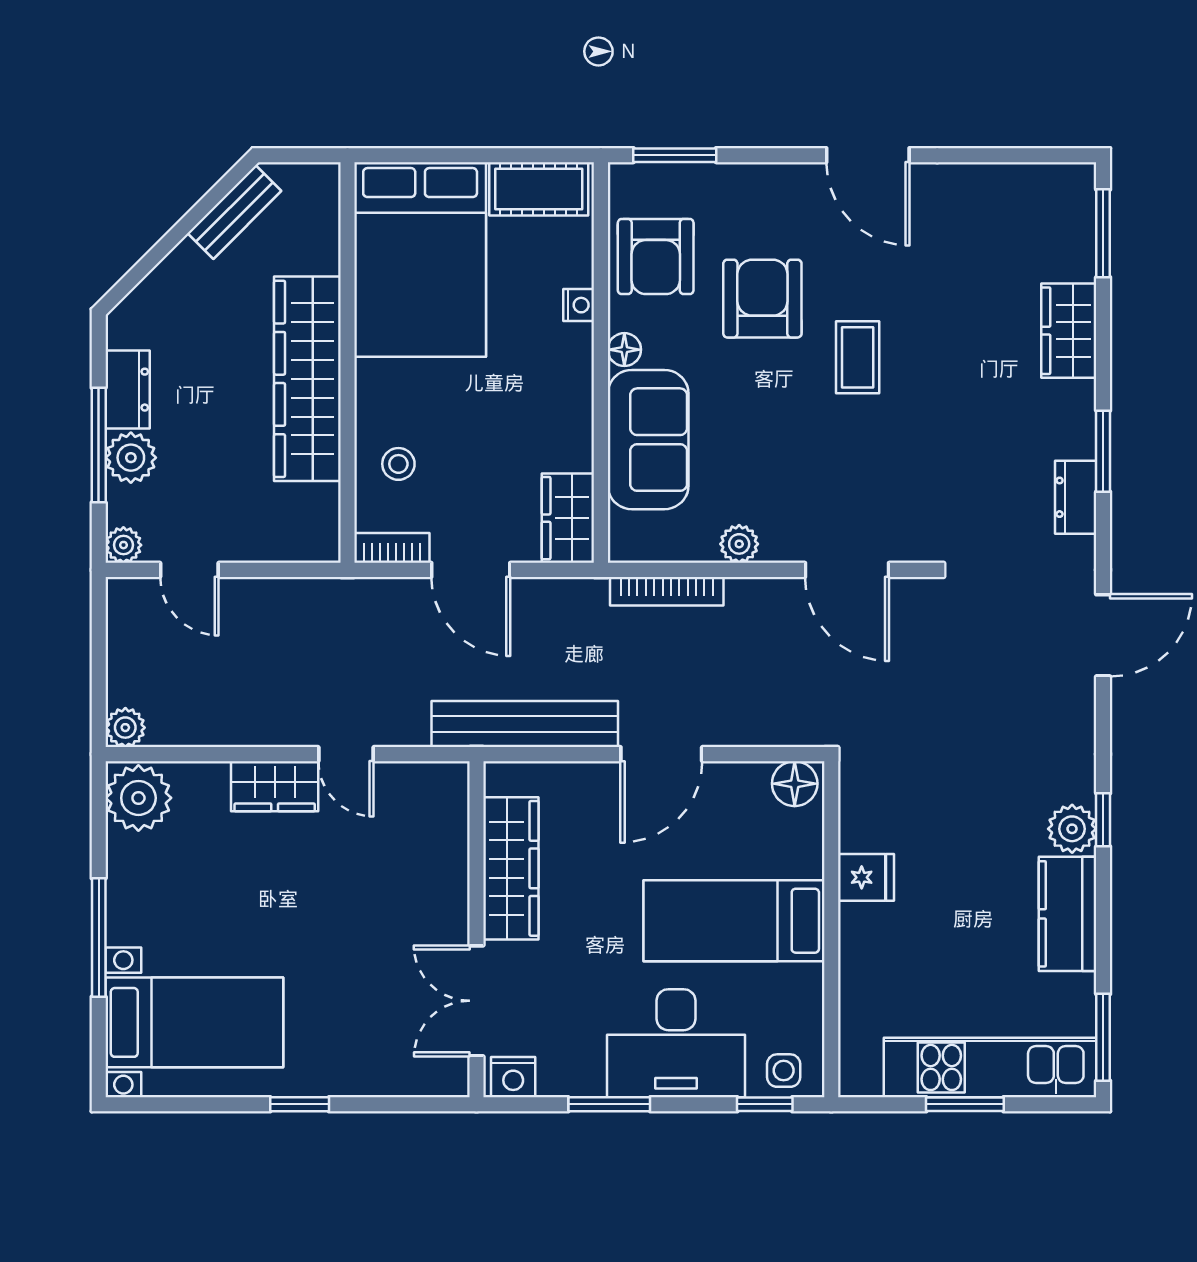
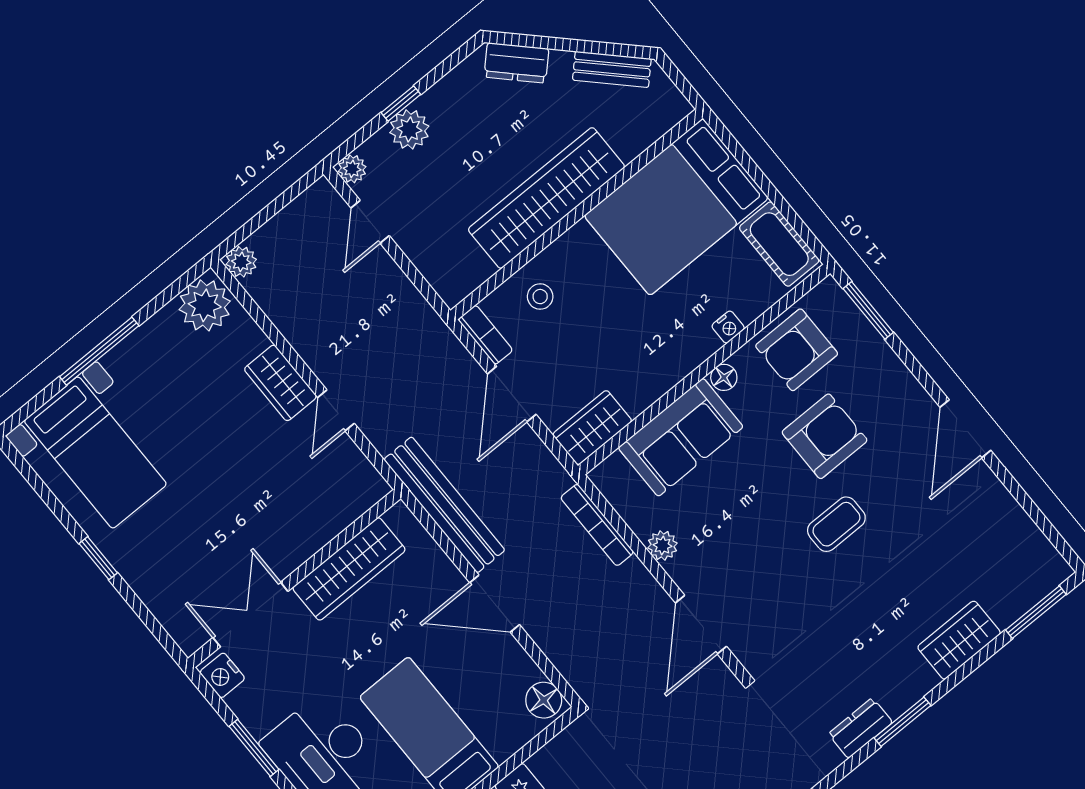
dresser: (128, 390) -> (516, 63), moved, turned 45
window: (99, 445) -> (401, 103), width x0.46

